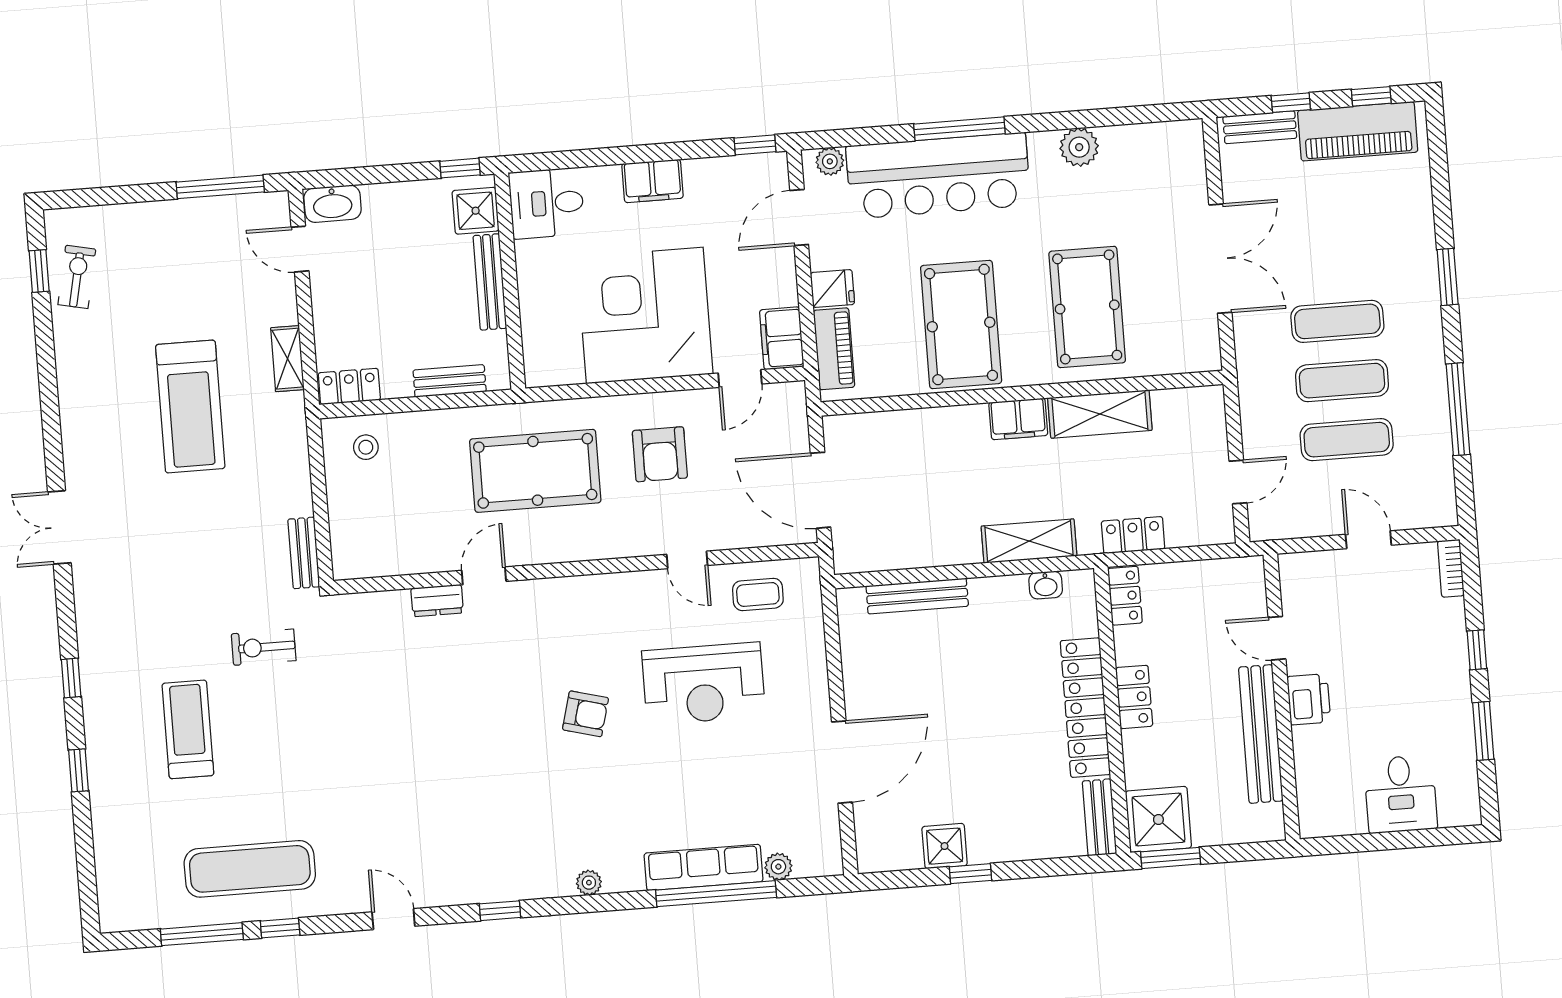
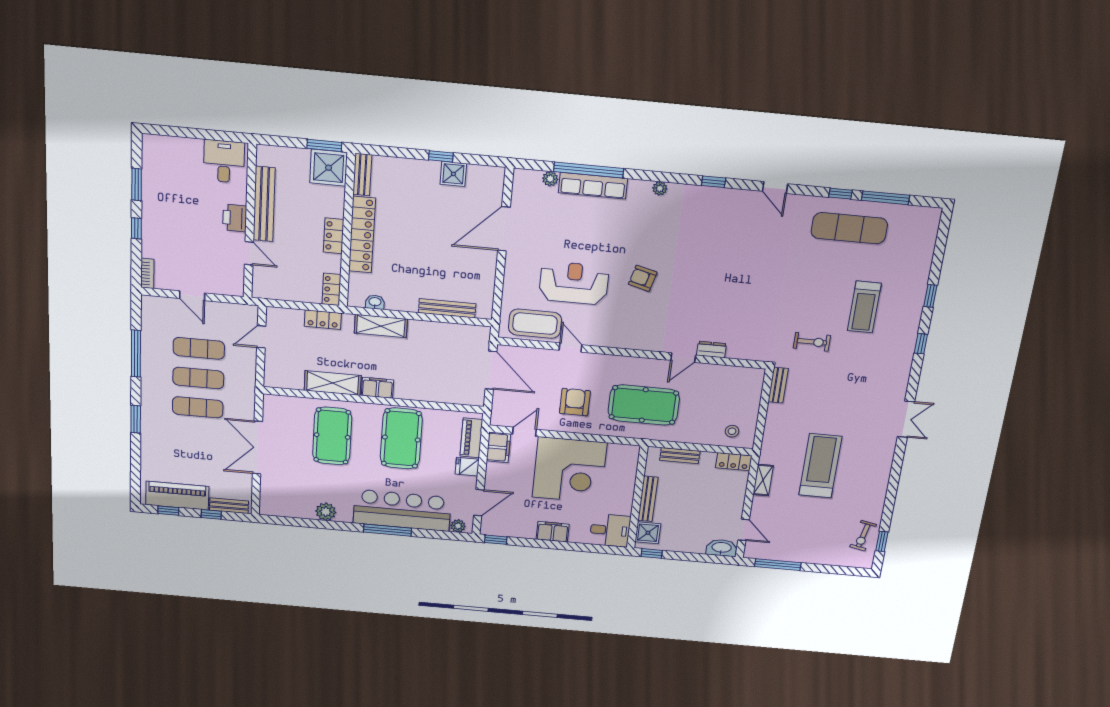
coffee table: (758, 594) -> (535, 324), width x1.86, depth x1.72
desk: (1401, 794) -> (224, 161), moved

